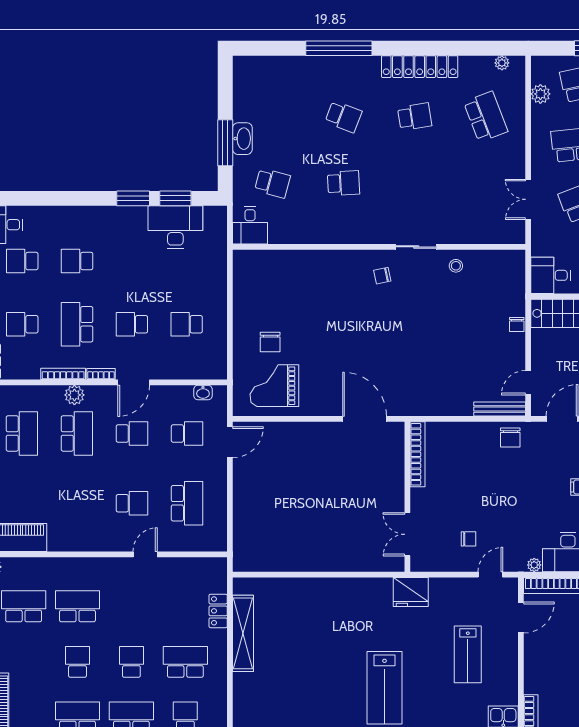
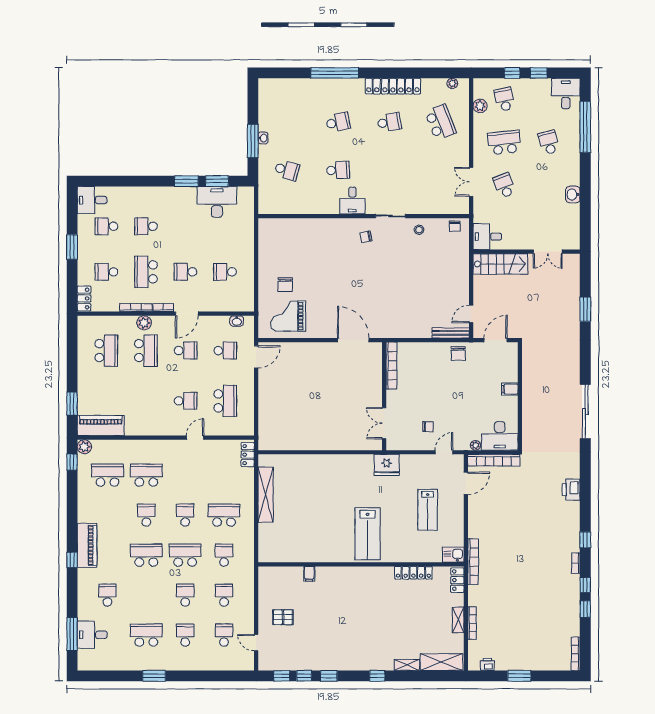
school desk: (343, 117) -> (338, 122), turned -33
washbasin: (242, 139) -> (263, 138), width x0.52, depth x0.69
desk: (250, 225) -> (352, 201), moved
chair: (517, 325) -> (455, 226), moved
locker: (218, 611) -> (248, 455), moved

